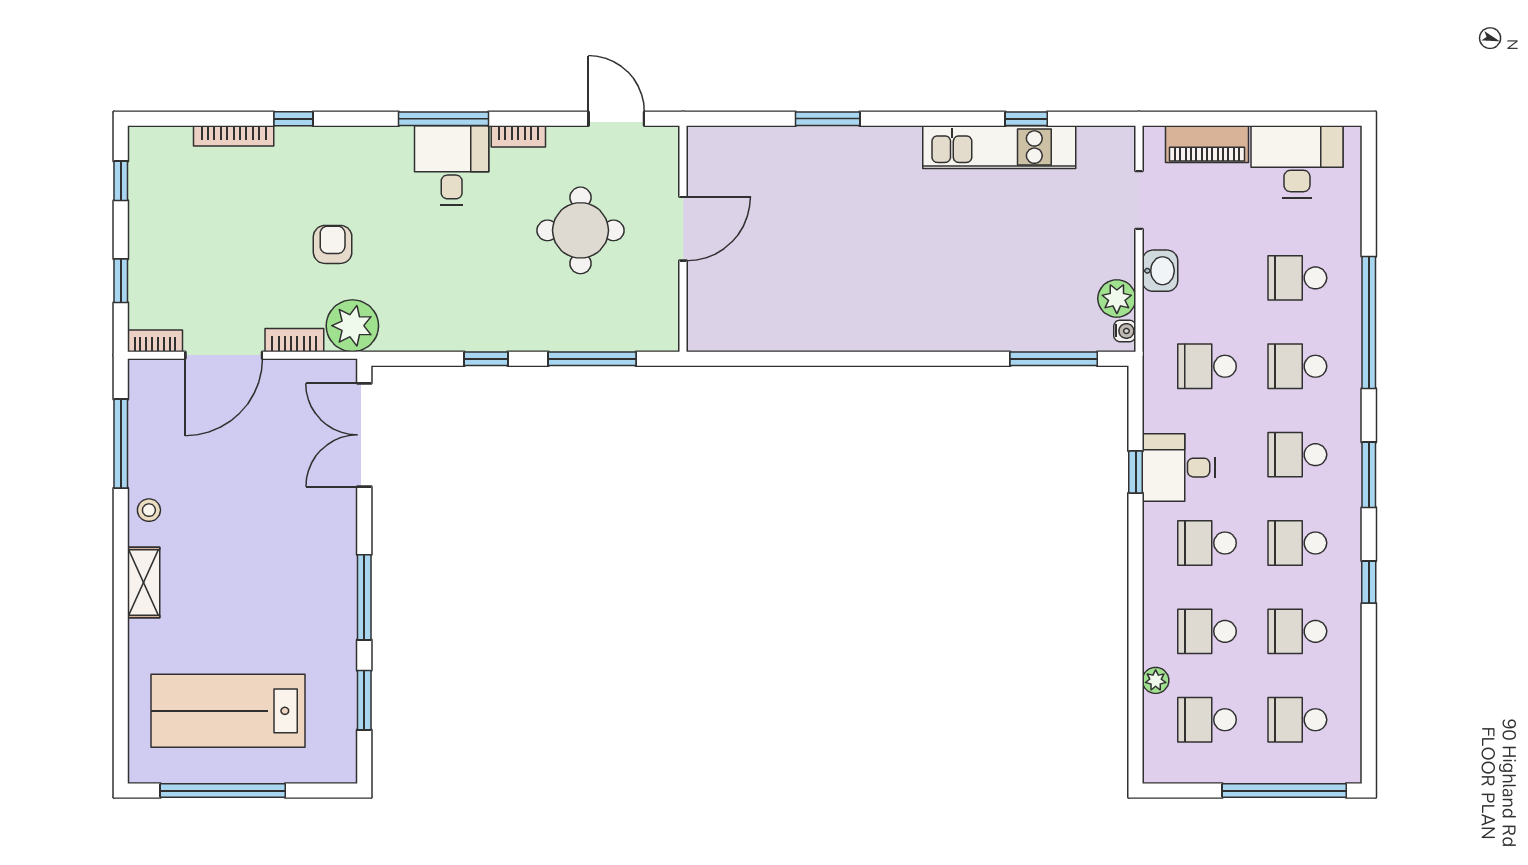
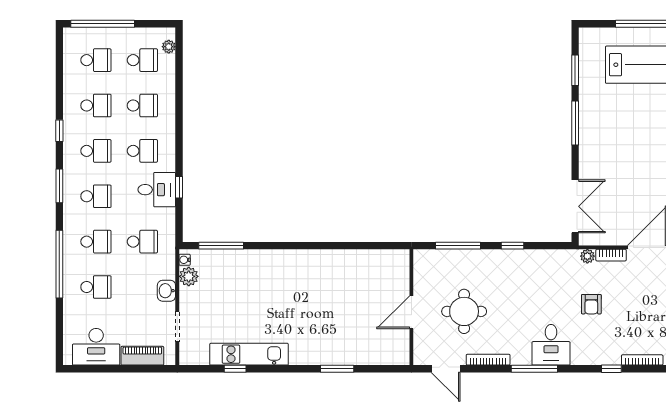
bookcase: (518, 136) -> (488, 360), width x1.56
desk: (452, 165) -> (551, 345), moved
plant: (352, 326) -> (587, 256), width x0.53, depth x0.53
plant: (1156, 680) -> (169, 47), moved

